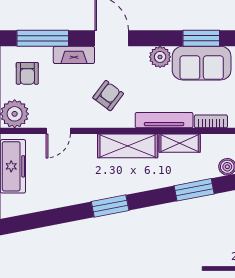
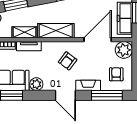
tv unit: (164, 120) -> (29, 46), width x0.71
door: (58, 131) -> (98, 40), width x1.87

